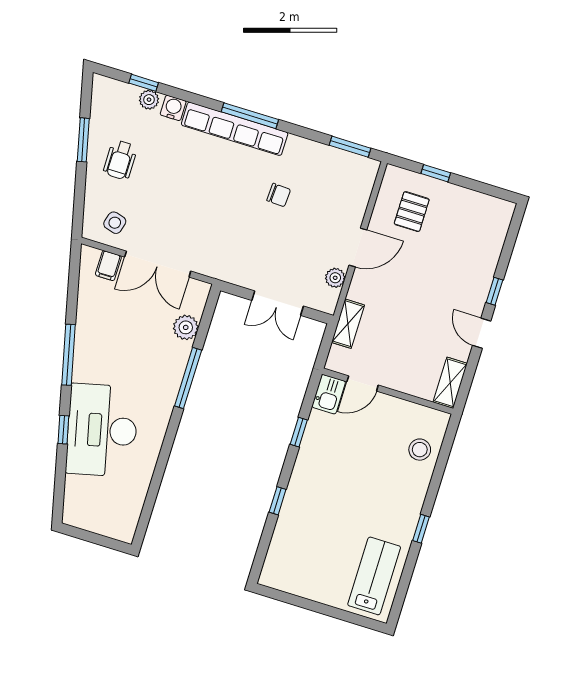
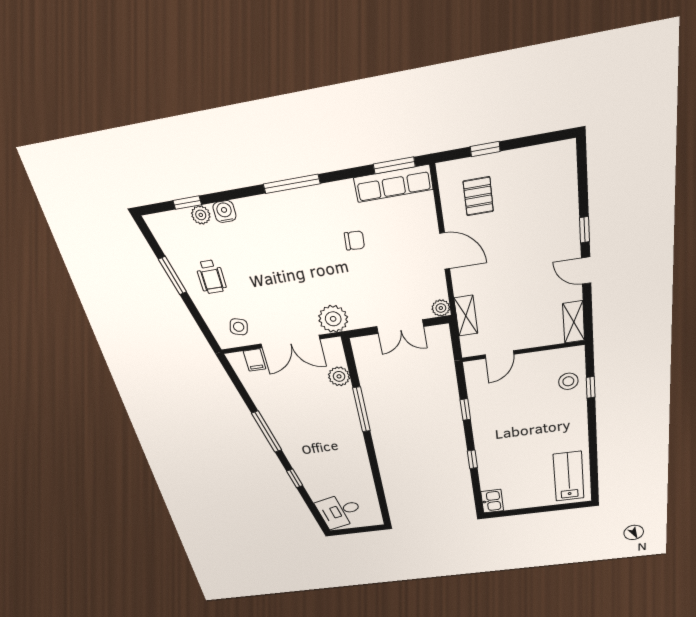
row of seats: (235, 129) -> (393, 184), moved, width x0.73
door: (358, 248) -> (445, 251), hinge flipped
plant: (215, 262) -> (333, 319), added
plant: (335, 278) -> (441, 308), moved
kitchen sink: (329, 394) -> (492, 501), moved
desk: (102, 430) -> (340, 511), moved, width x0.53, depth x0.77
window: (421, 529) -> (591, 387), moved

